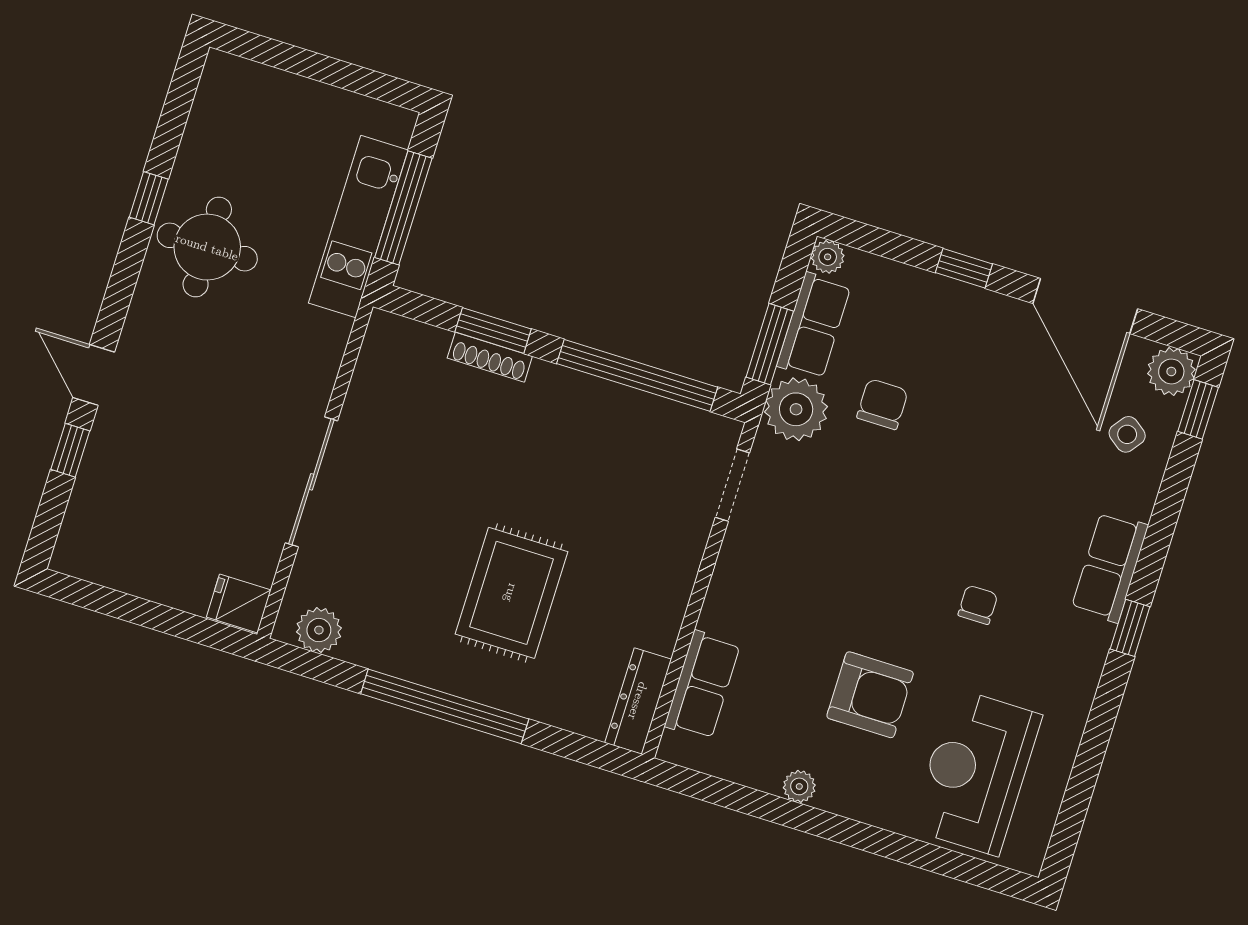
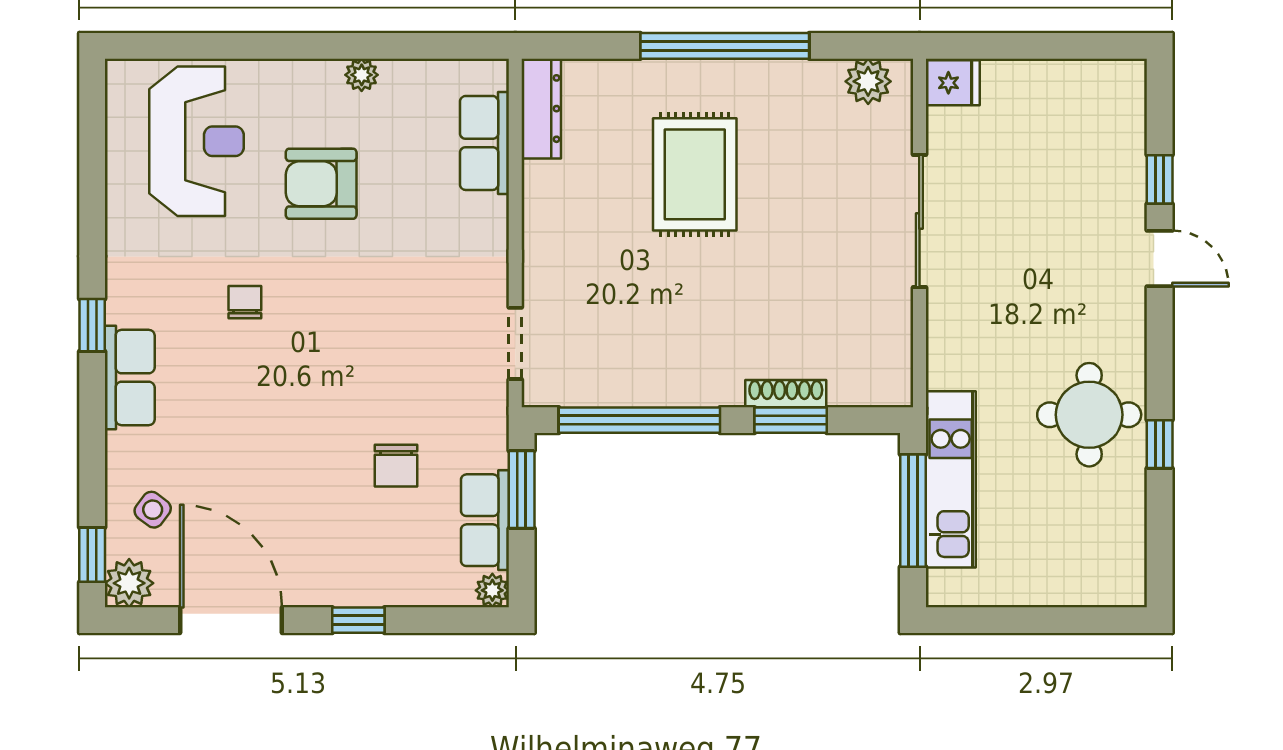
plant: (796, 409) -> (477, 435), removed
chair: (978, 605) -> (245, 302), turned 180

